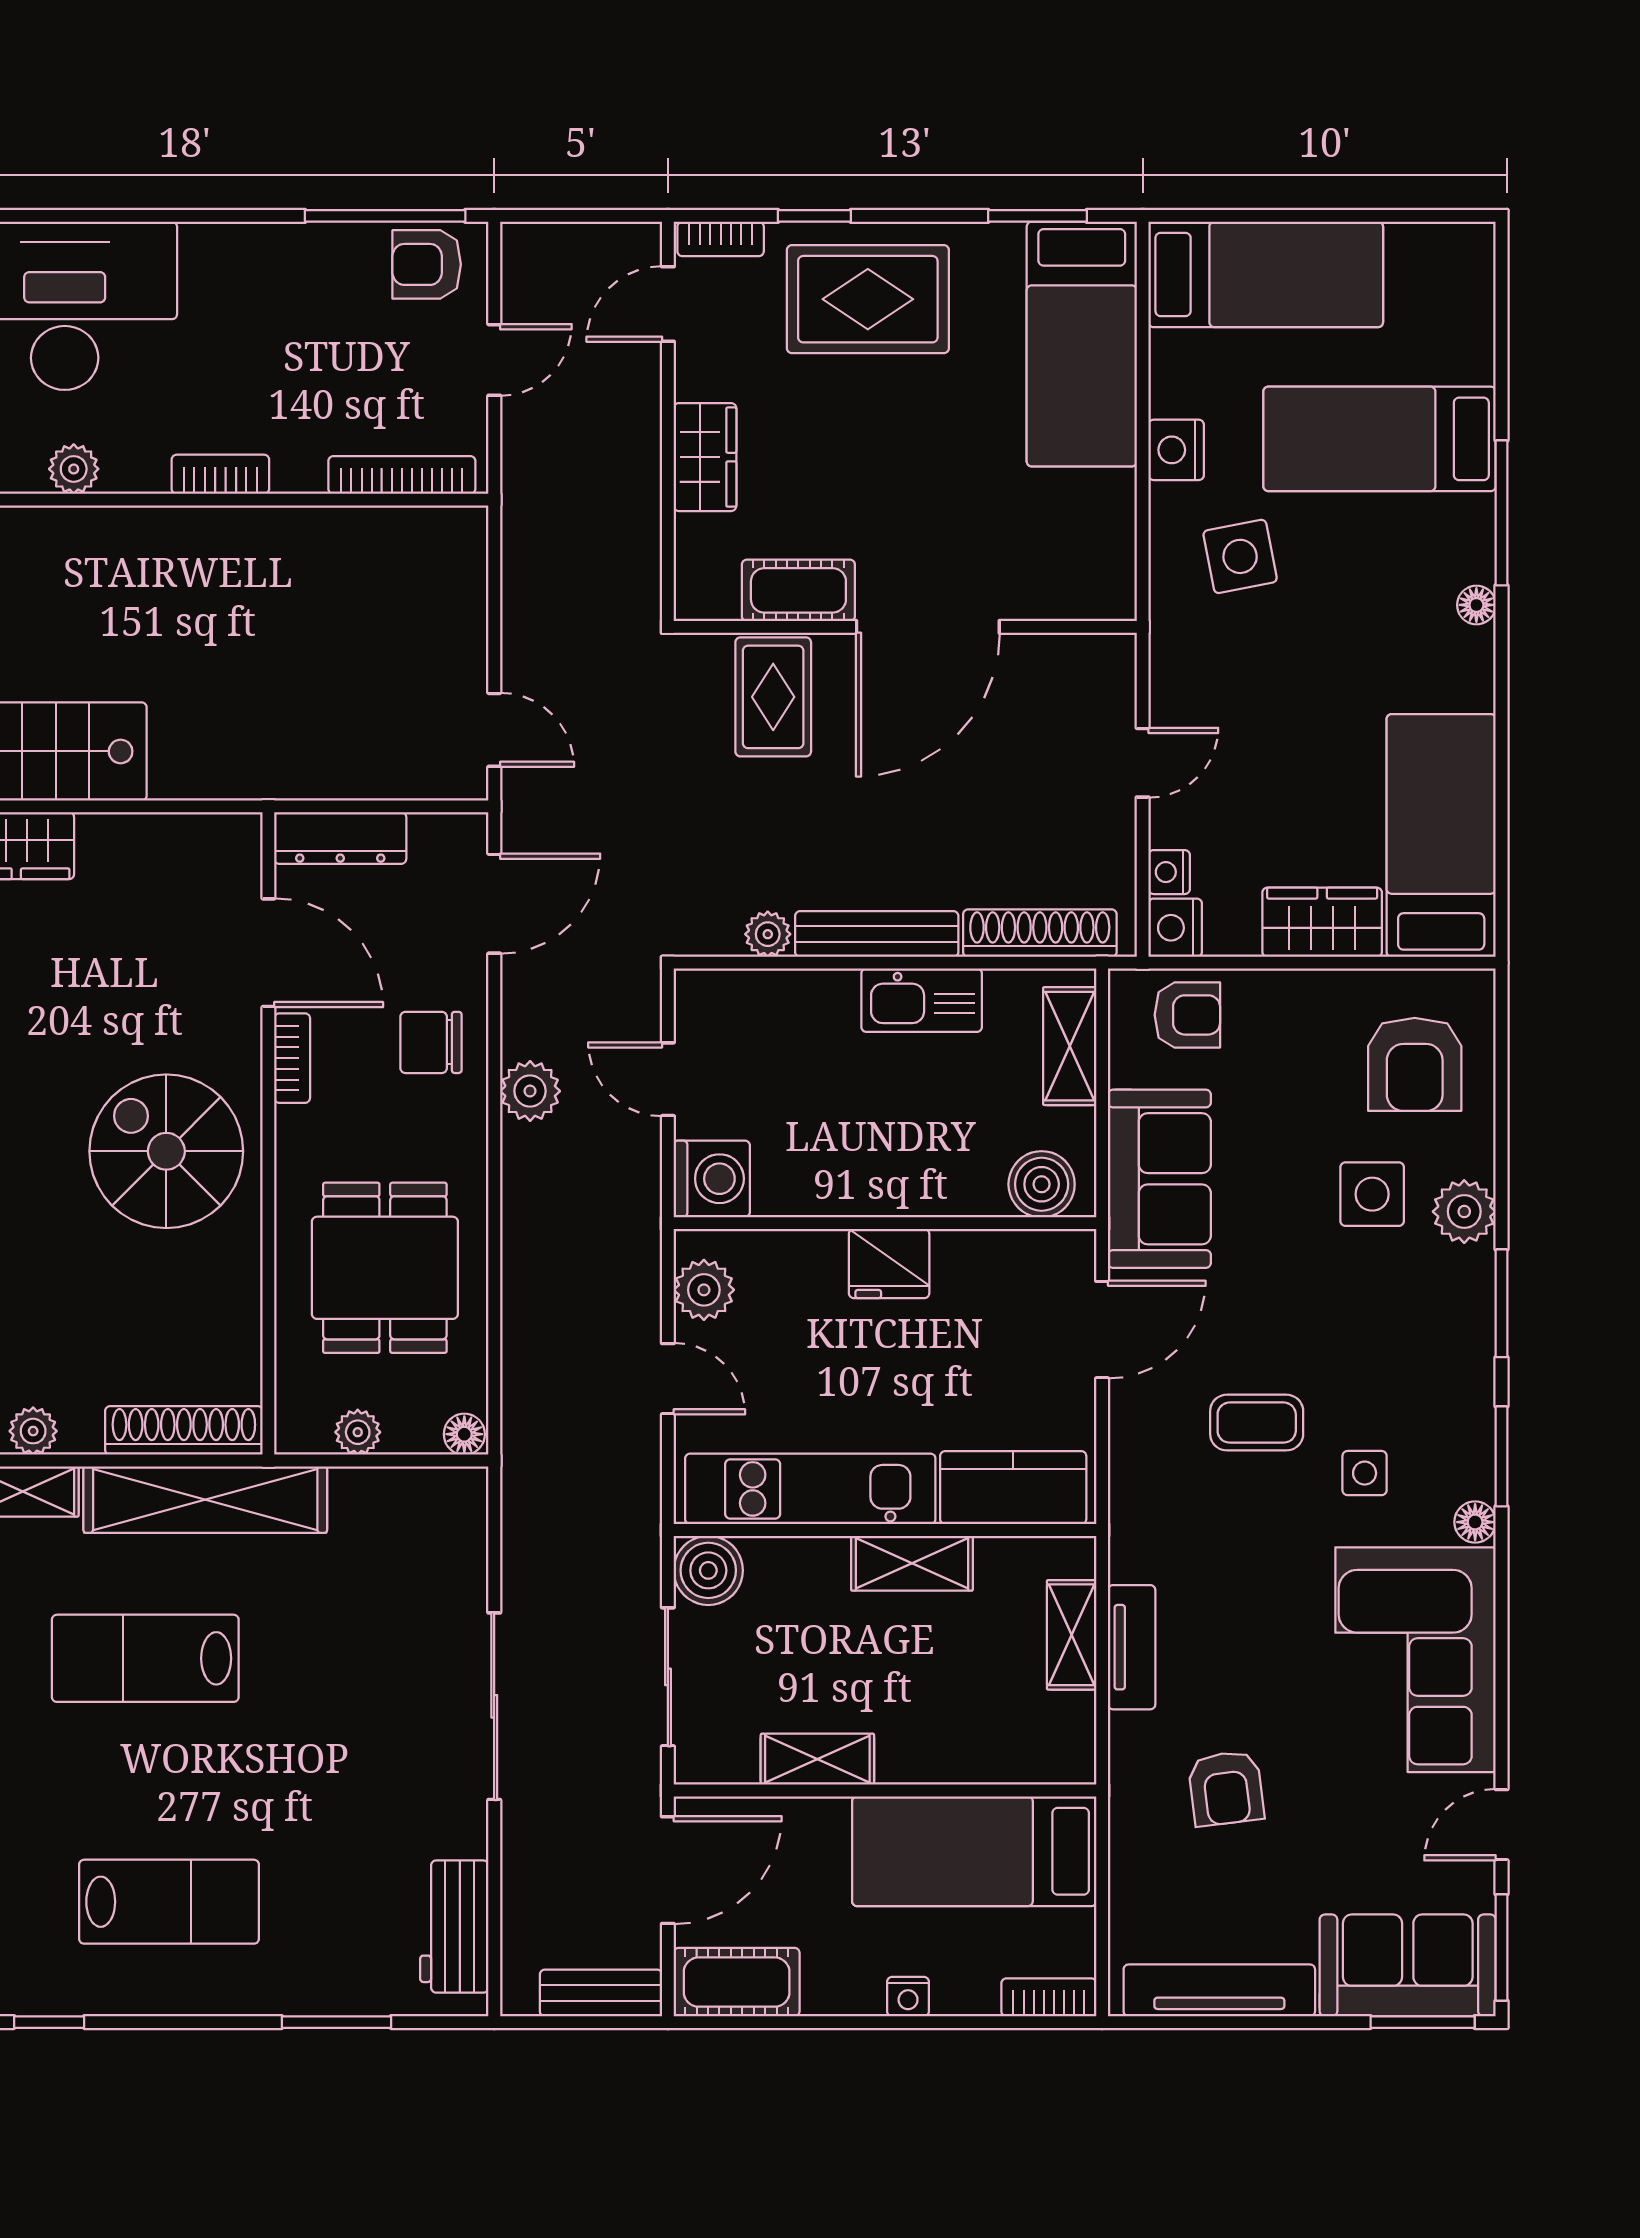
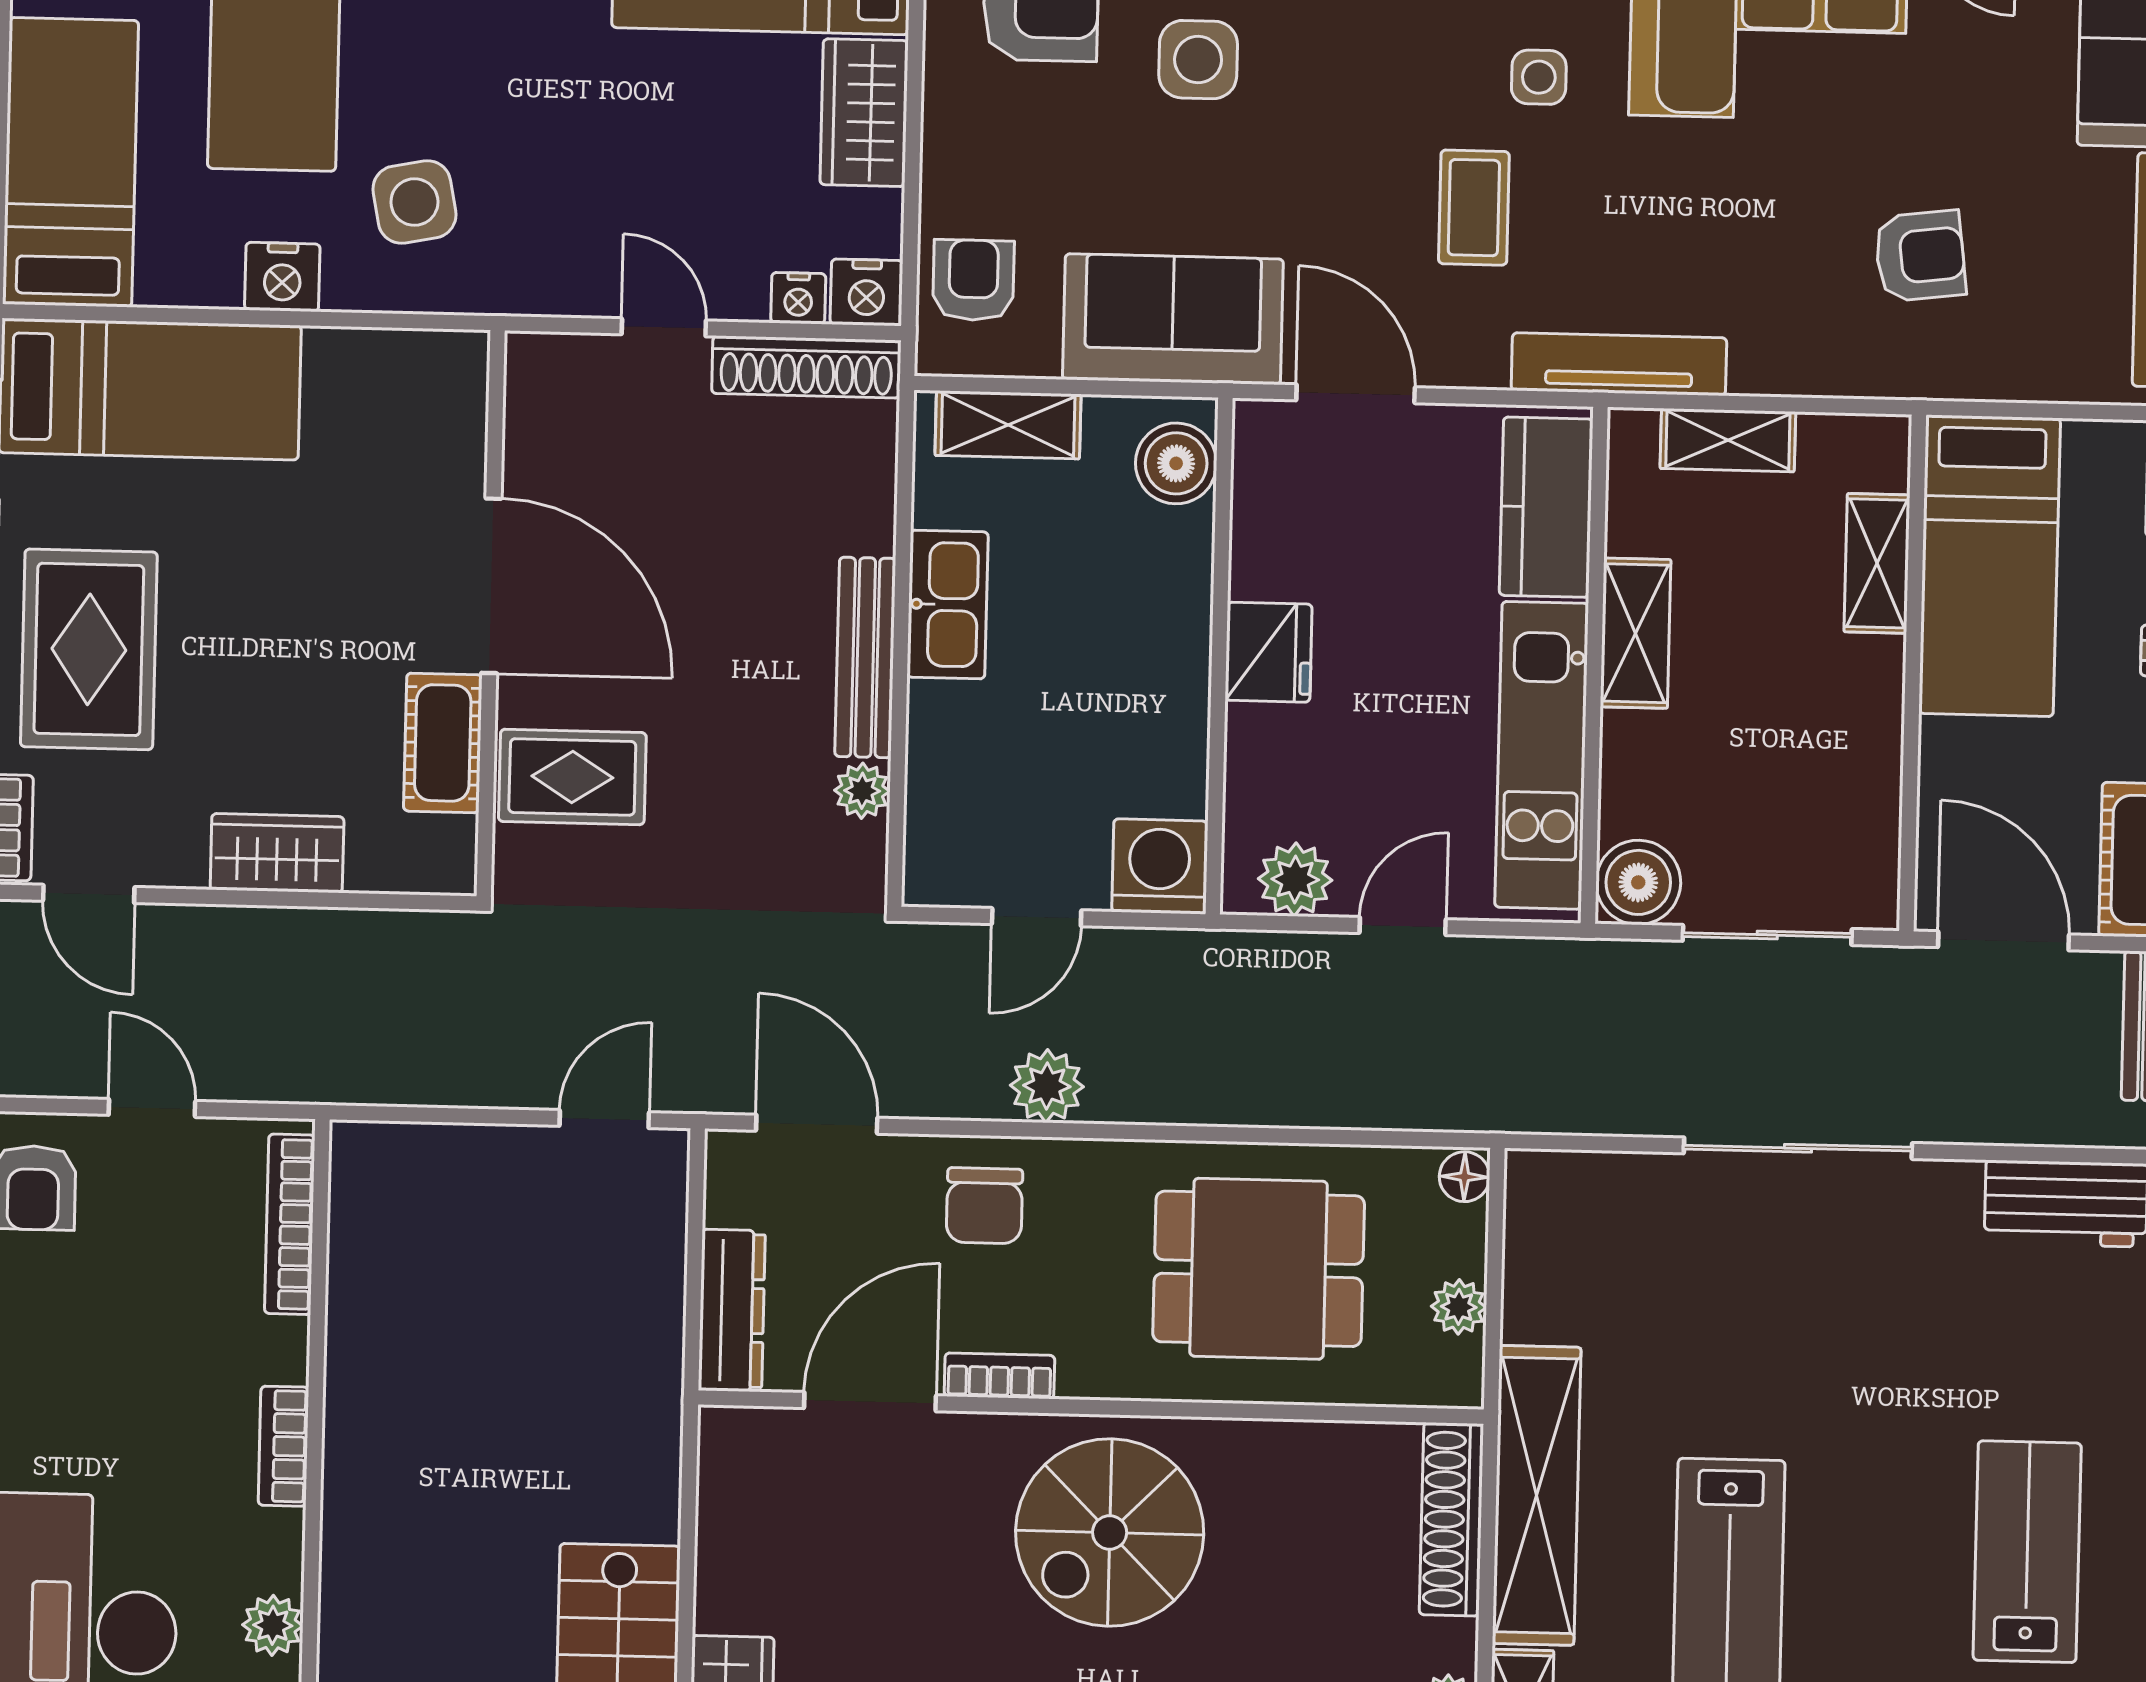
shoe rack: (1040, 933) -> (806, 367), moved, turned -90
tv unit: (1132, 1647) -> (1619, 364), moved, width x1.41
shelving: (817, 1759) -> (1877, 563), moved

